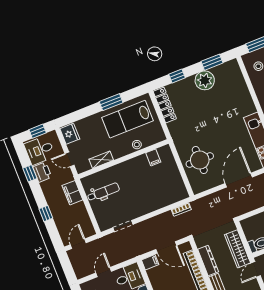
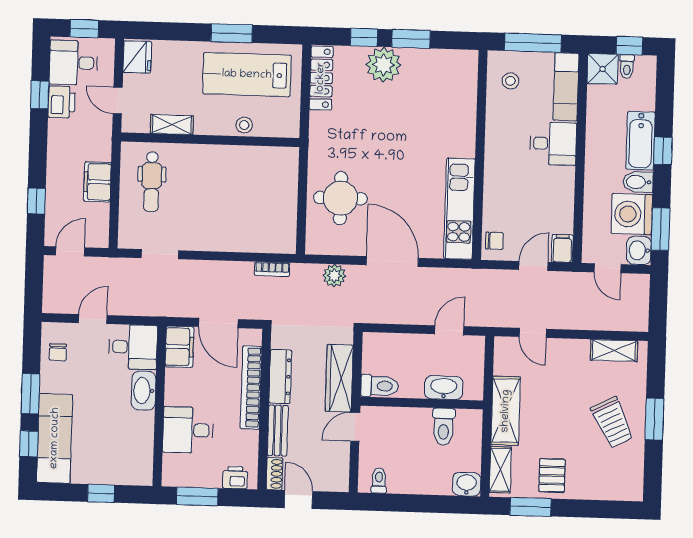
window: (212, 62) -> (411, 39), moved
plant: (205, 80) -> (383, 65), moved
filing cabinet: (153, 157) -> (263, 159), removed
door: (239, 180) -> (392, 261), hinge flipped
dental chair: (103, 192) -> (152, 182), turned 90
filing cabinet: (72, 193) -> (97, 182), moved
plant: (213, 199) -> (334, 276), added
window: (46, 213) -> (36, 201), moved
filing cabinet: (150, 262) -> (179, 347), width x2.00

